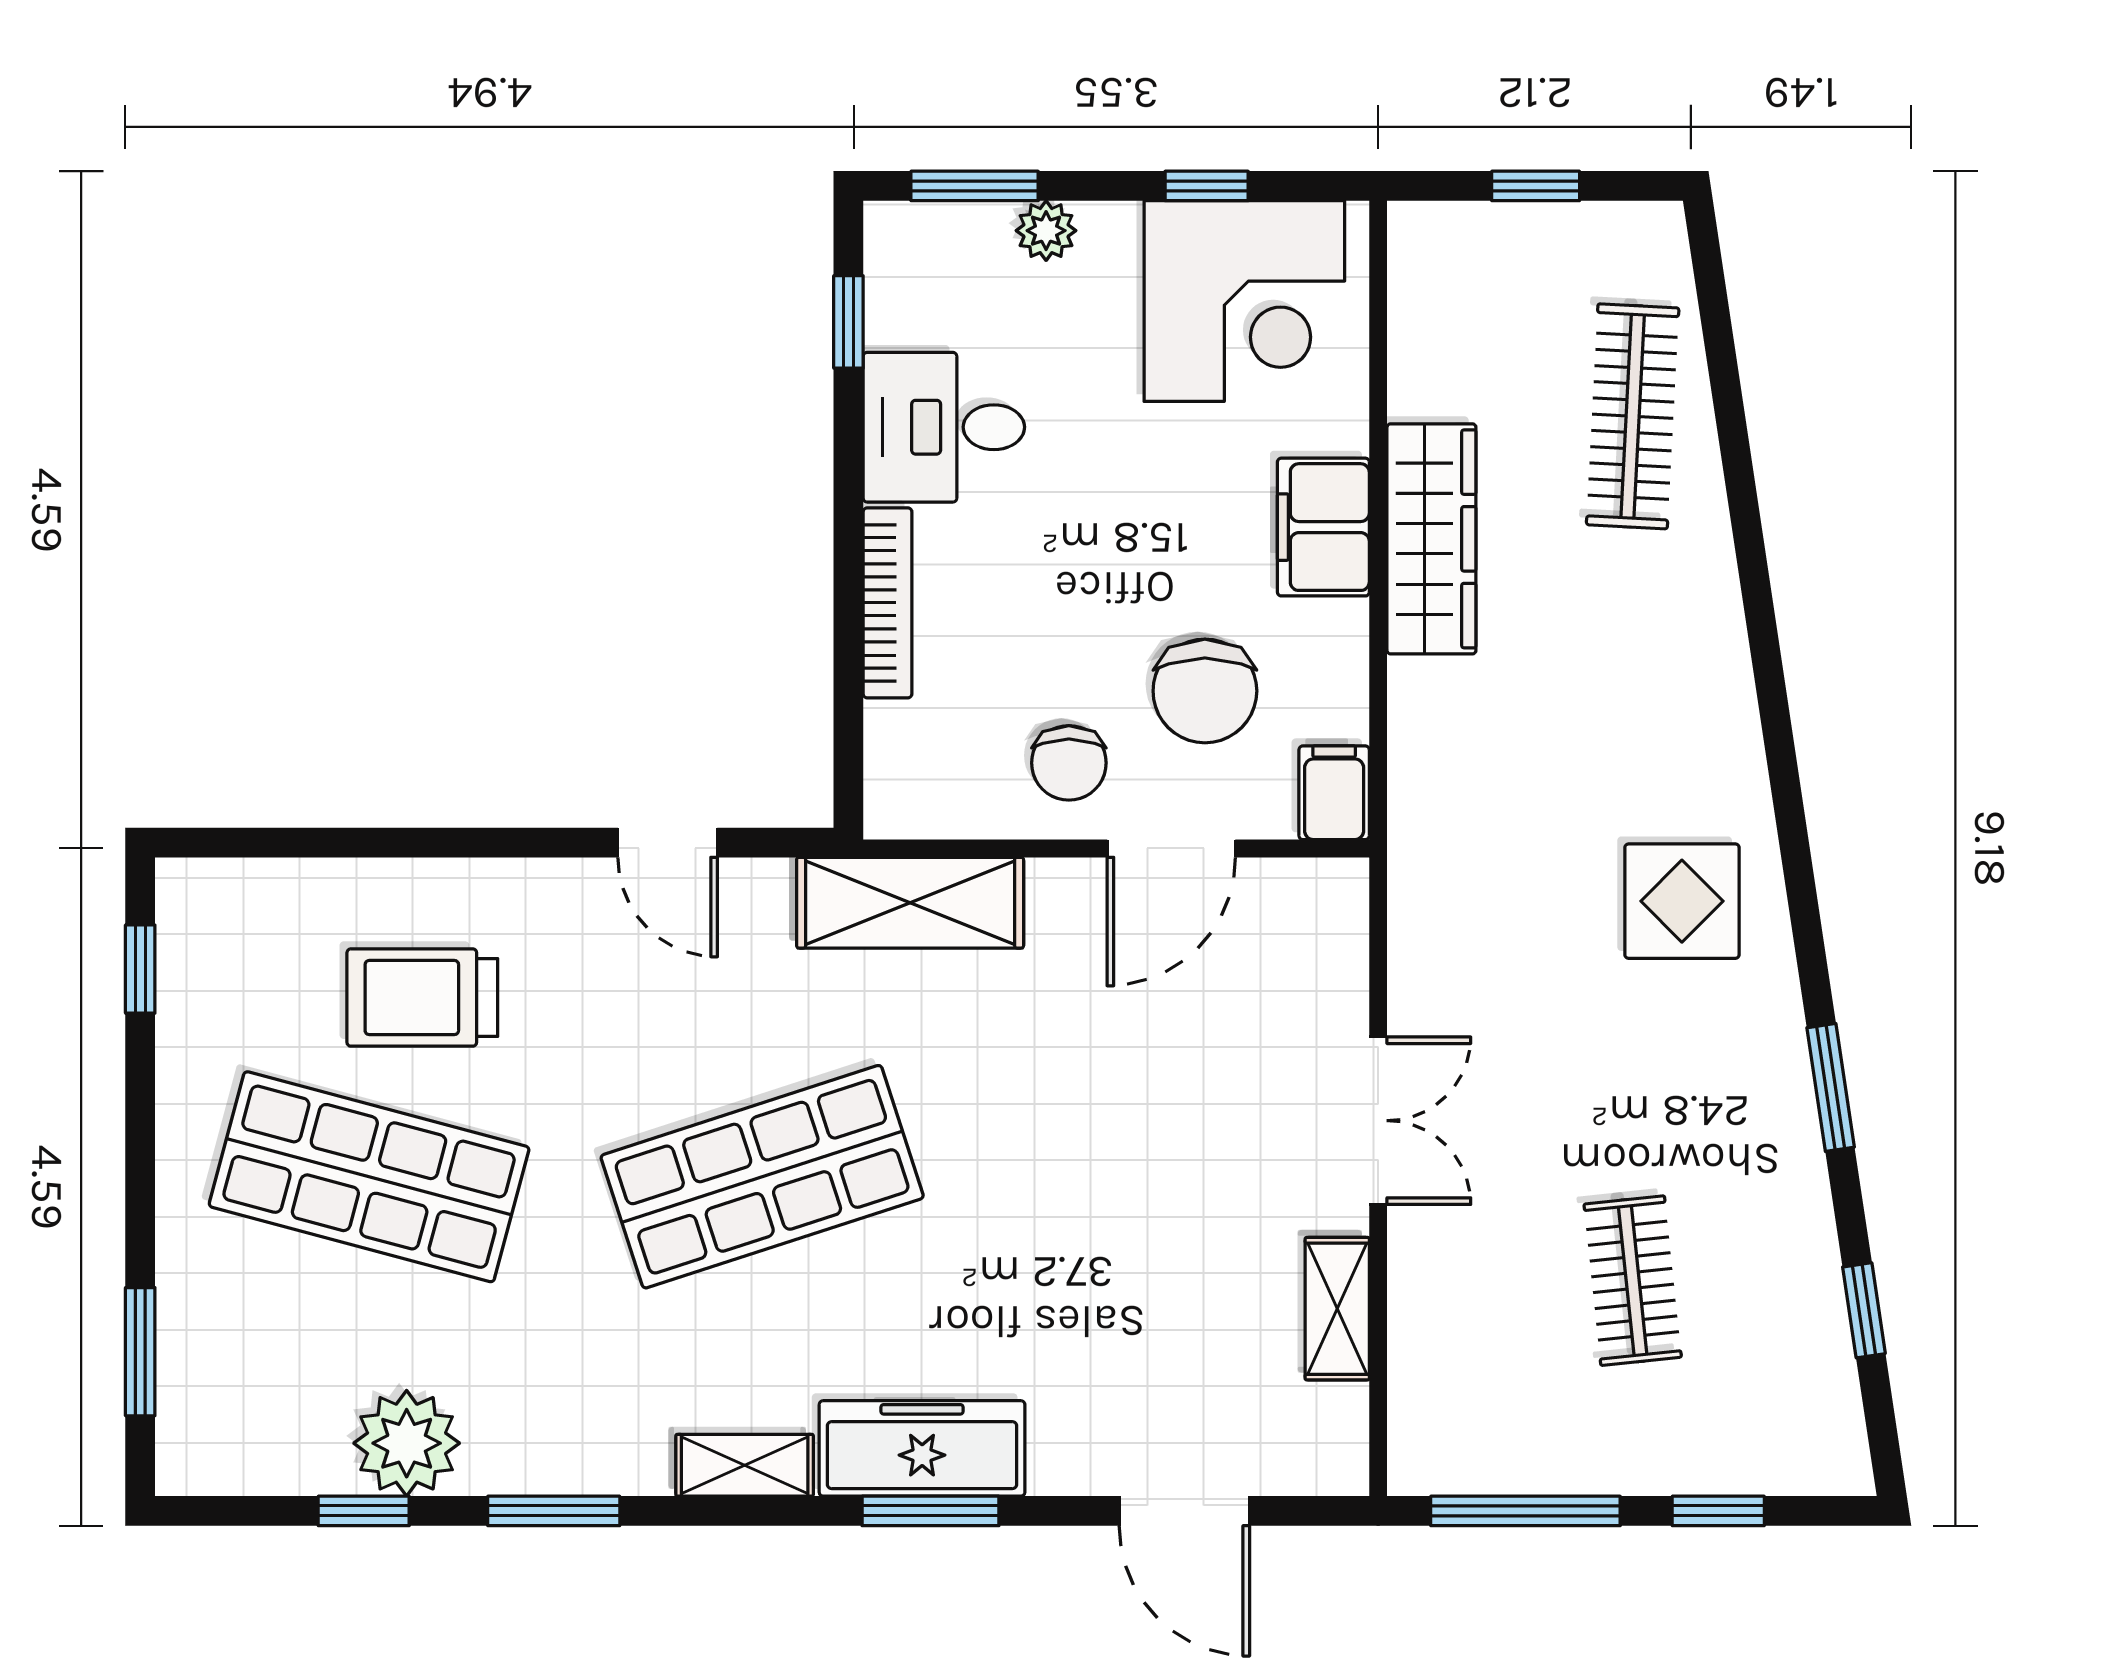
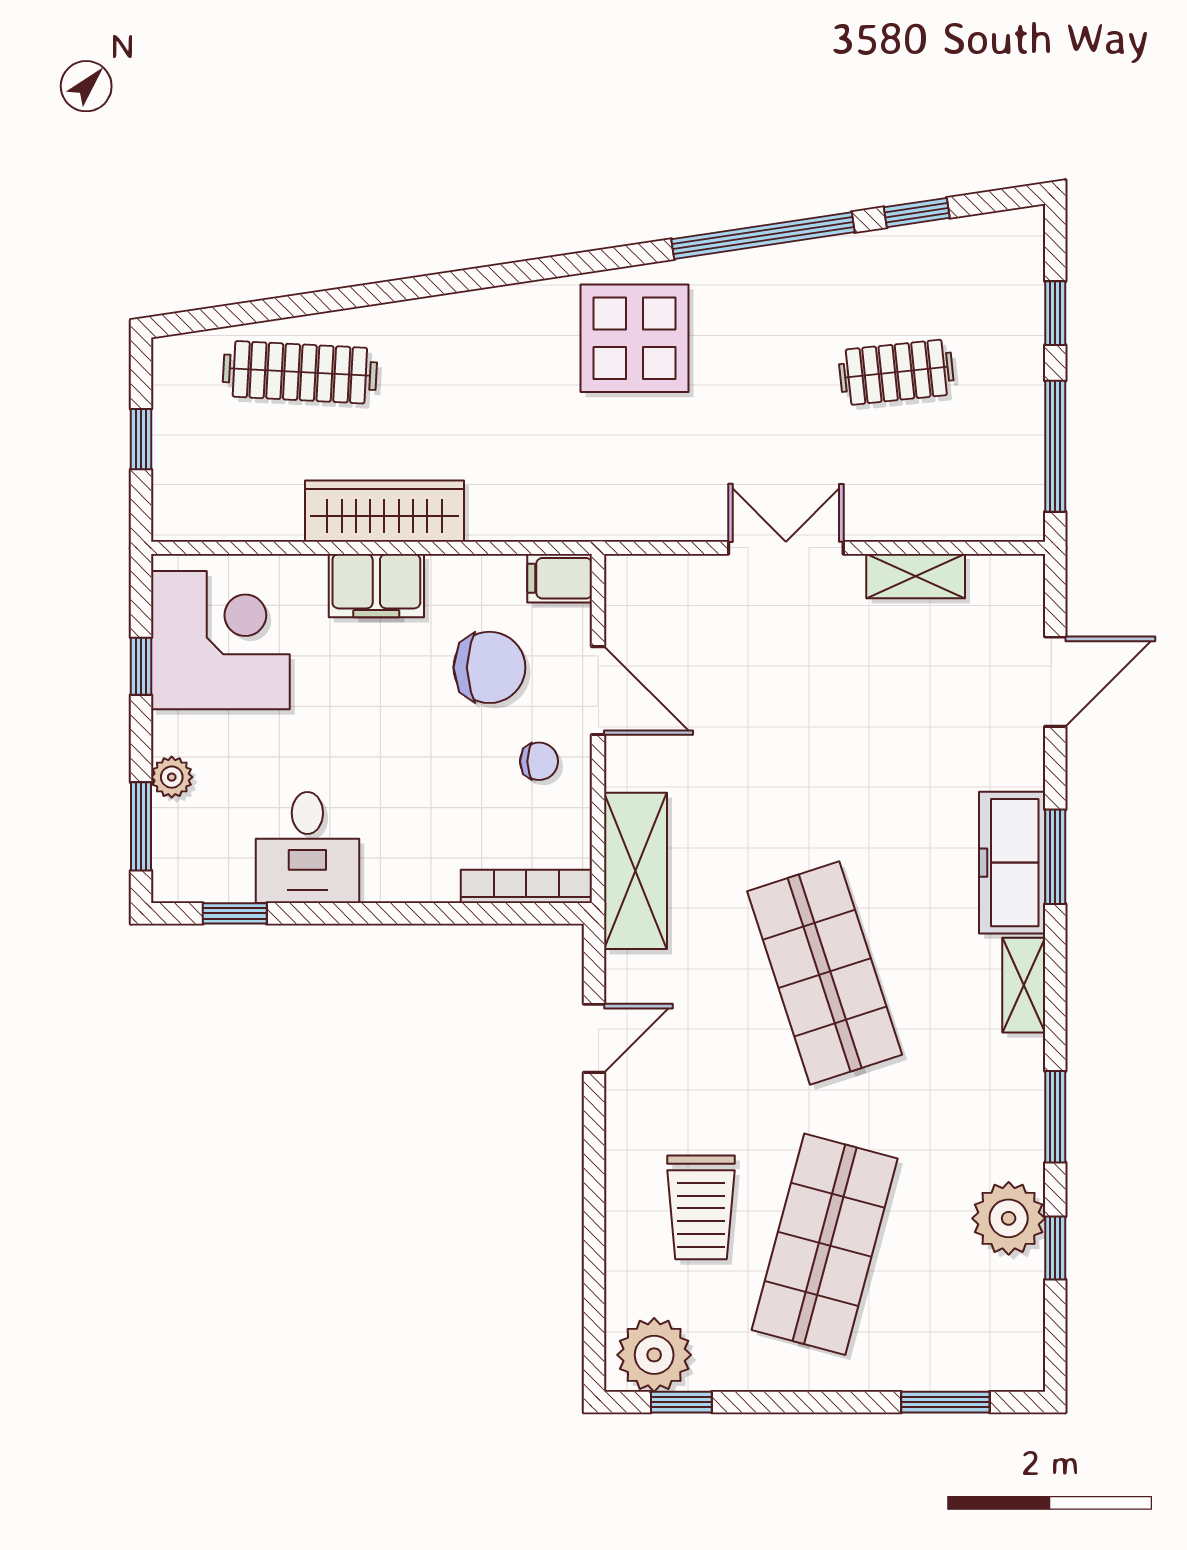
bookcase: (888, 603) -> (526, 886), moved
chair: (1069, 763) -> (539, 761), width x0.73, depth x0.73
display table: (1682, 901) -> (634, 338), width x1.36, depth x1.36
plant: (209, 930) -> (654, 1355), added
window: (1831, 1087) -> (763, 236), width x2.11

